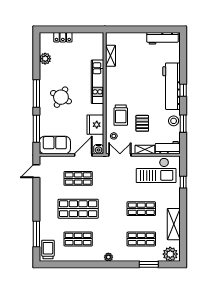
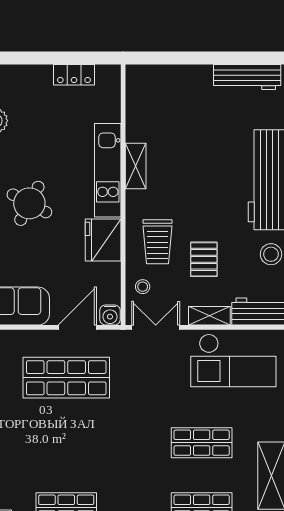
locker: (63, 37) -> (74, 75), moved
shelving: (111, 56) -> (136, 166), moved
fridge: (95, 125) -> (103, 240), moved
shop shelf: (78, 178) -> (66, 378), width x1.43, depth x1.36
shop shelf: (78, 209) -> (66, 443), removed

